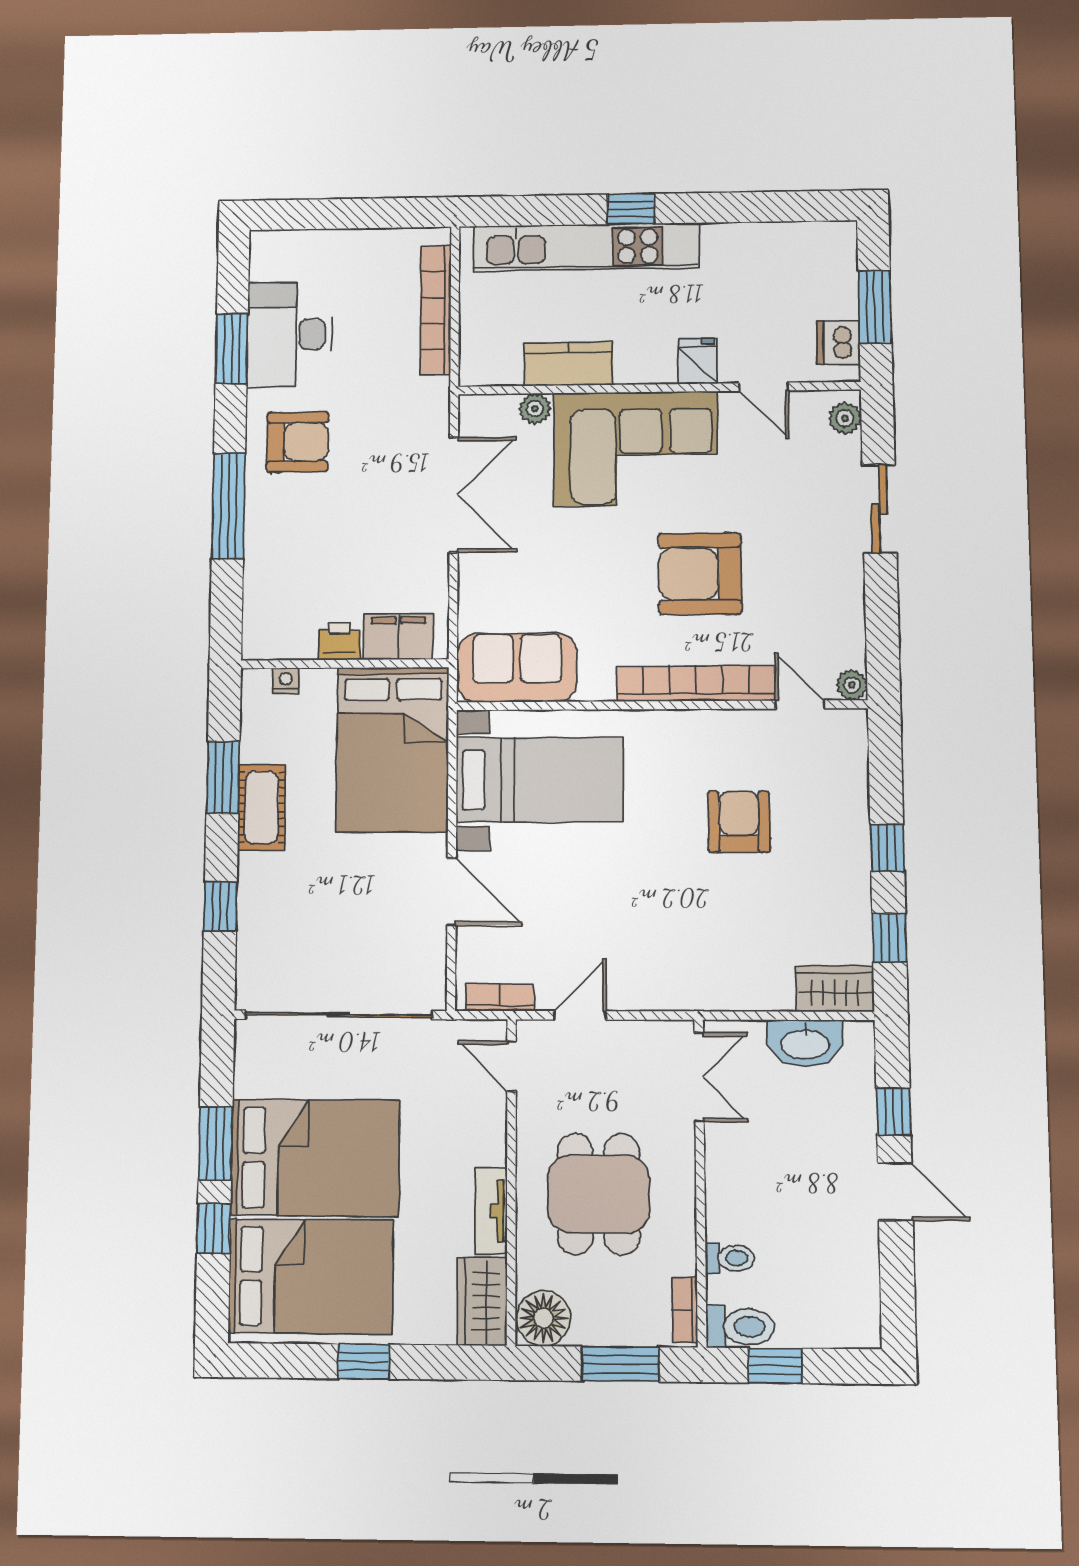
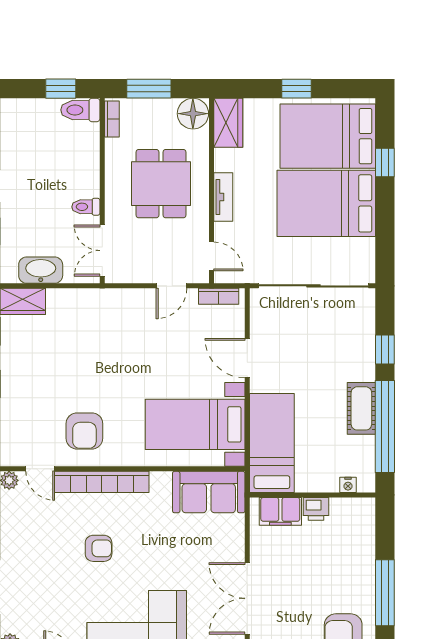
armchair: (700, 574) -> (99, 548), width x0.53, depth x0.53
bed: (393, 749) -> (272, 443), width x0.67
window: (223, 777) -> (385, 426), width x2.11
armchair: (739, 822) -> (84, 431), moved
window: (216, 1144) -> (385, 211), removed
tv unit: (491, 1211) -> (223, 197), moved
toilet: (730, 1258) -> (86, 207), moved

